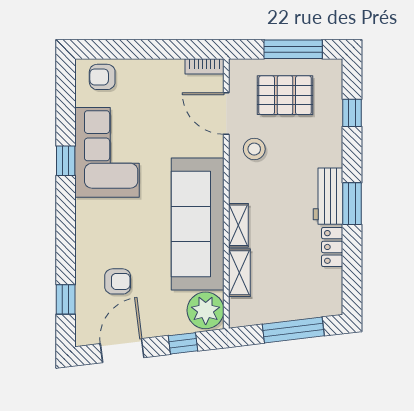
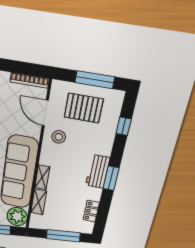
bookcase: (204, 66) -> (29, 80), width x1.56
locker: (332, 247) -> (91, 211), moved

